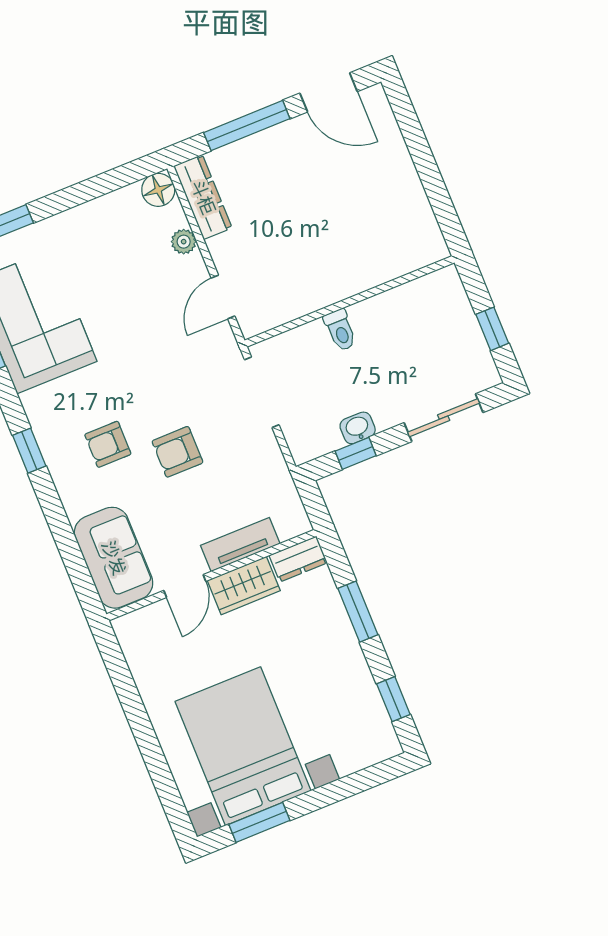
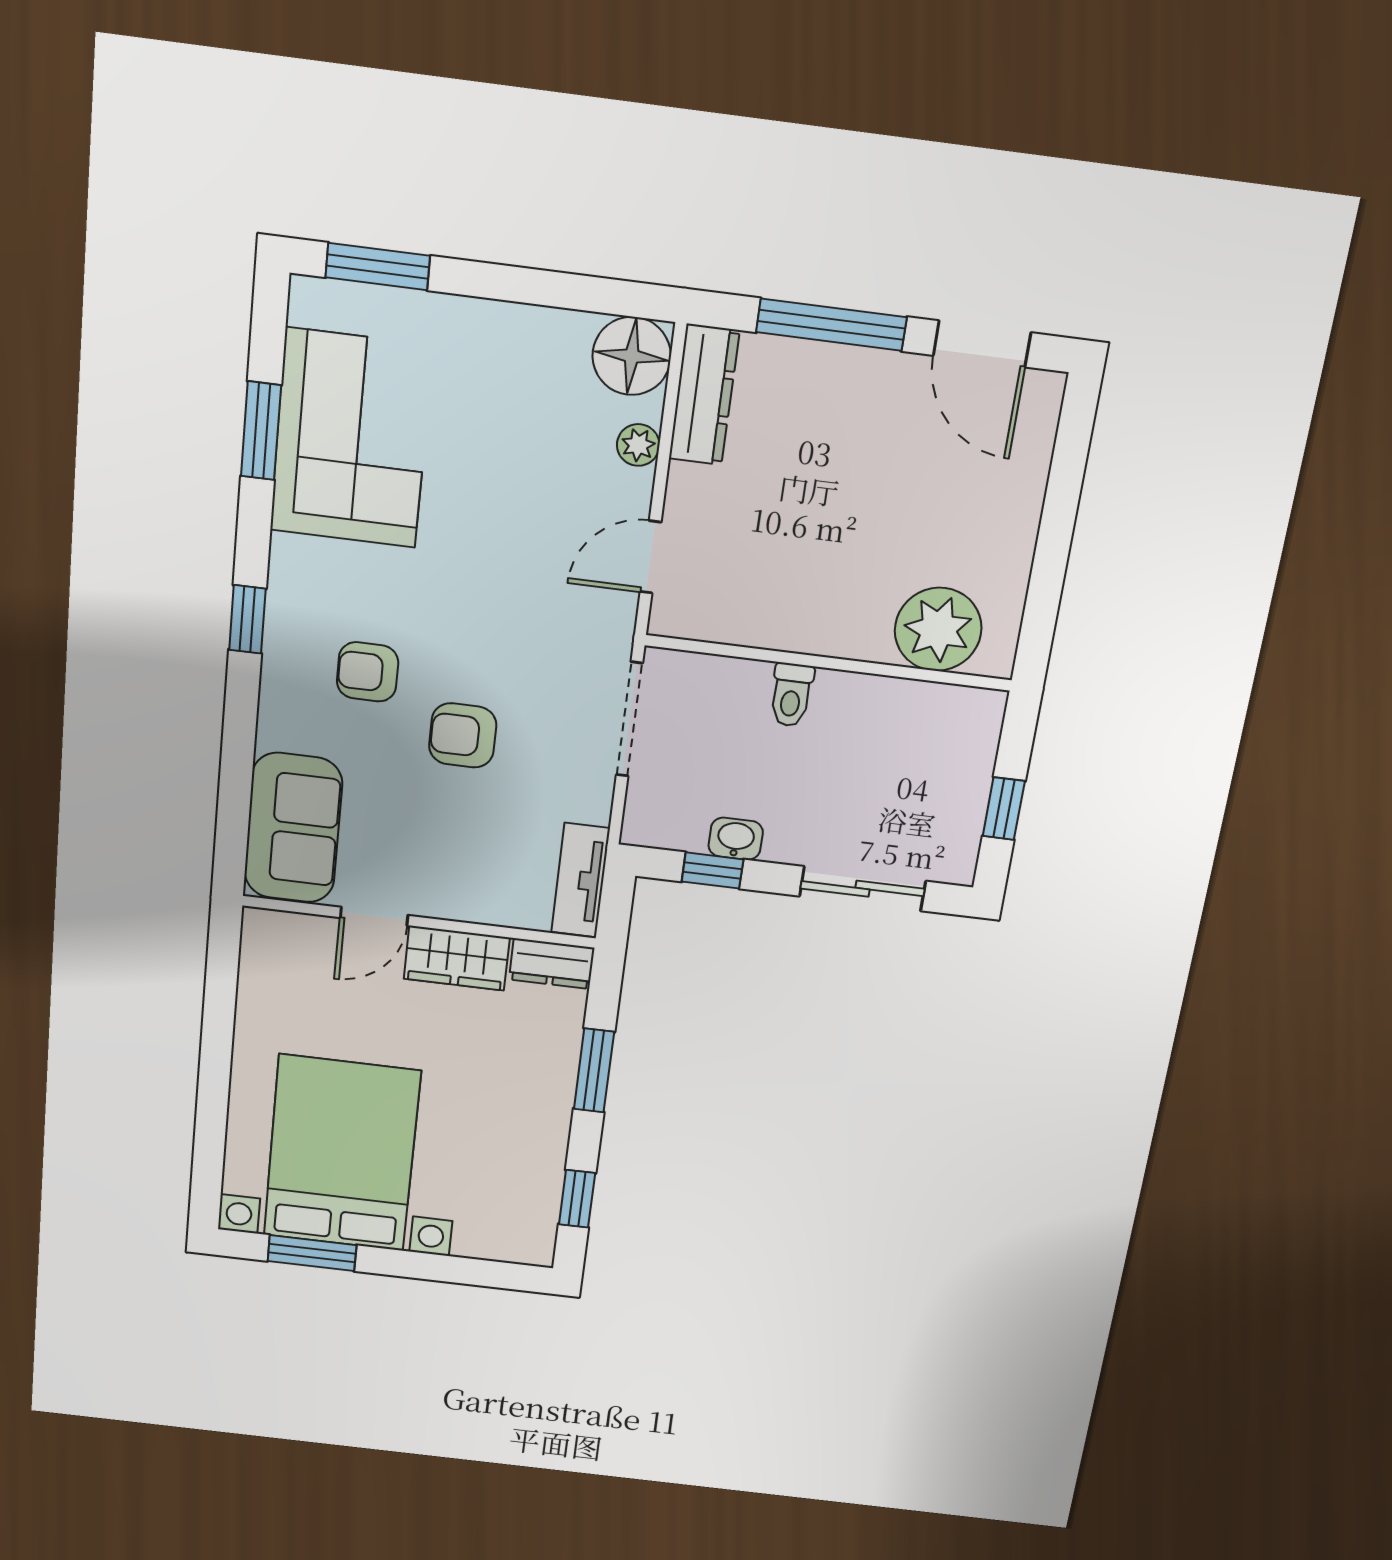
floor lamp: (158, 190) -> (632, 356), width x1.38, depth x1.38
plant: (396, 251) -> (938, 629), added
tv unit: (240, 544) -> (580, 880), moved, turned -90

